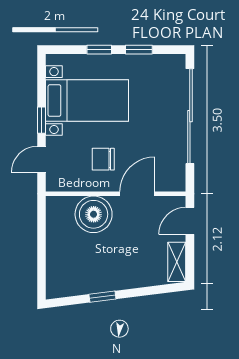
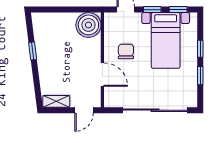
window: (41, 82) -> (178, 10), added
boiler: (94, 214) -> (88, 25), moved
door: (190, 221) -> (84, 110), swing flipped

